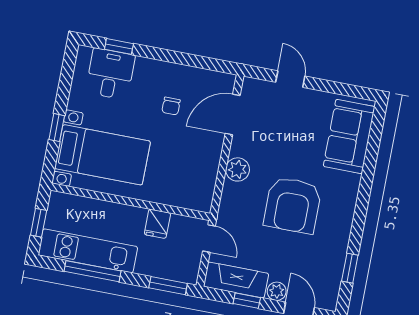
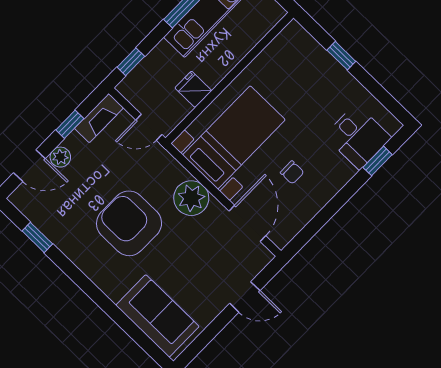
chair: (171, 106) -> (292, 172), turned 180
bed with nightstands: (103, 155) -> (234, 137), moved, turned 180
plant: (238, 169) -> (191, 198), width x1.36, depth x1.36
fireplace: (236, 280) -> (99, 118), width x0.73, depth x0.76
window: (168, 286) -> (131, 62), width x0.67

